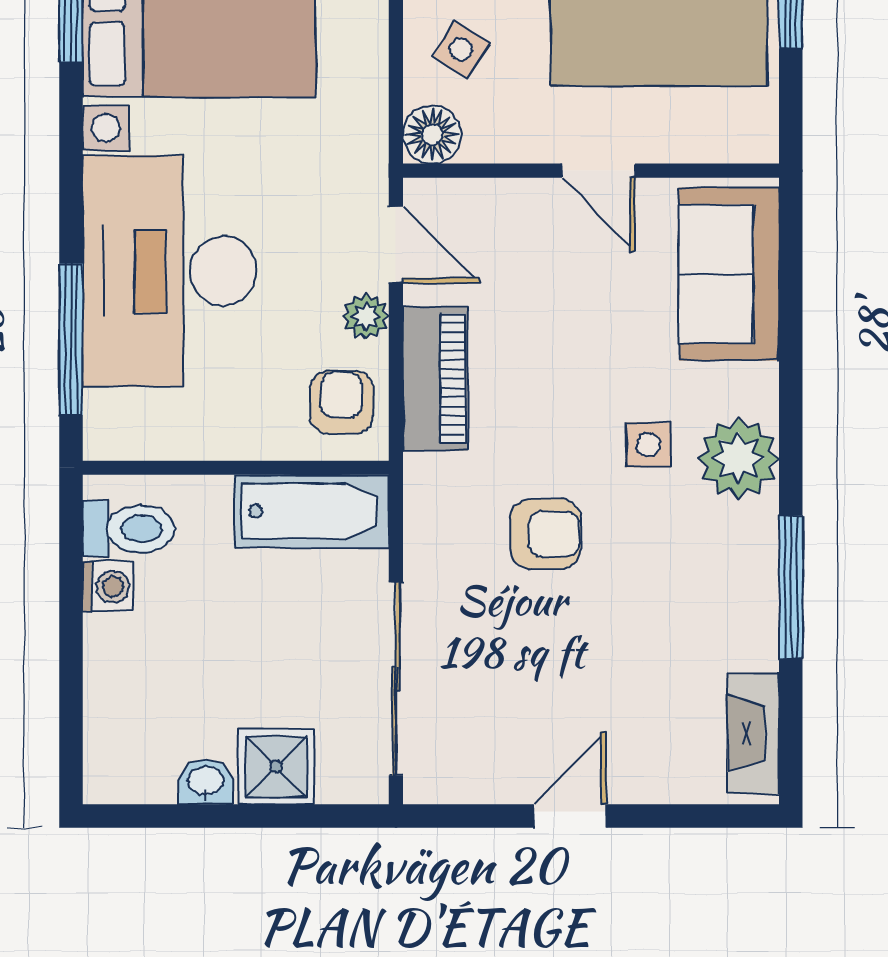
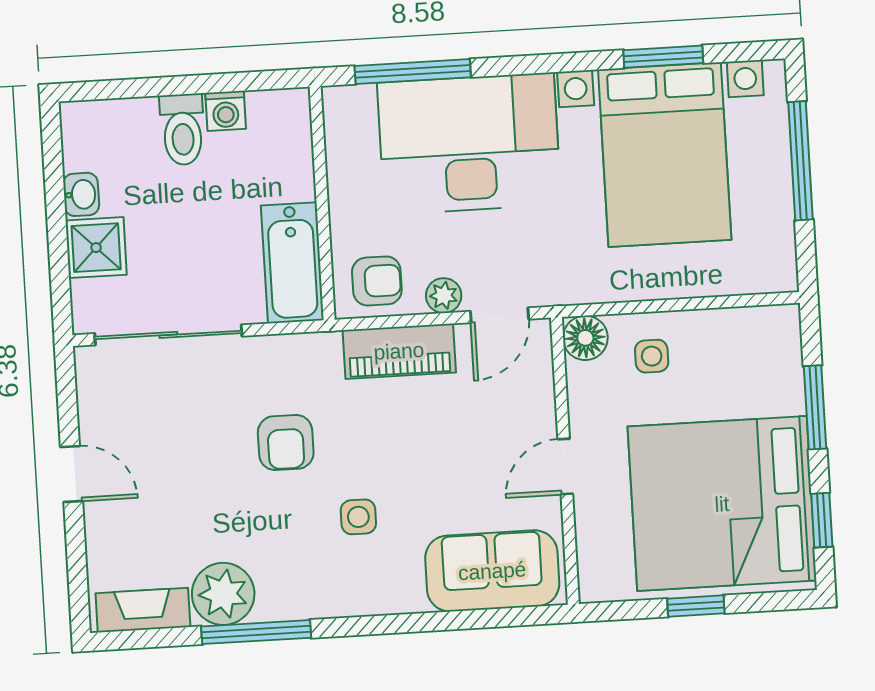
side table: (461, 49) -> (652, 356), turned -33
plant: (738, 458) -> (223, 594), moved
toilet: (129, 529) -> (182, 129), moved

